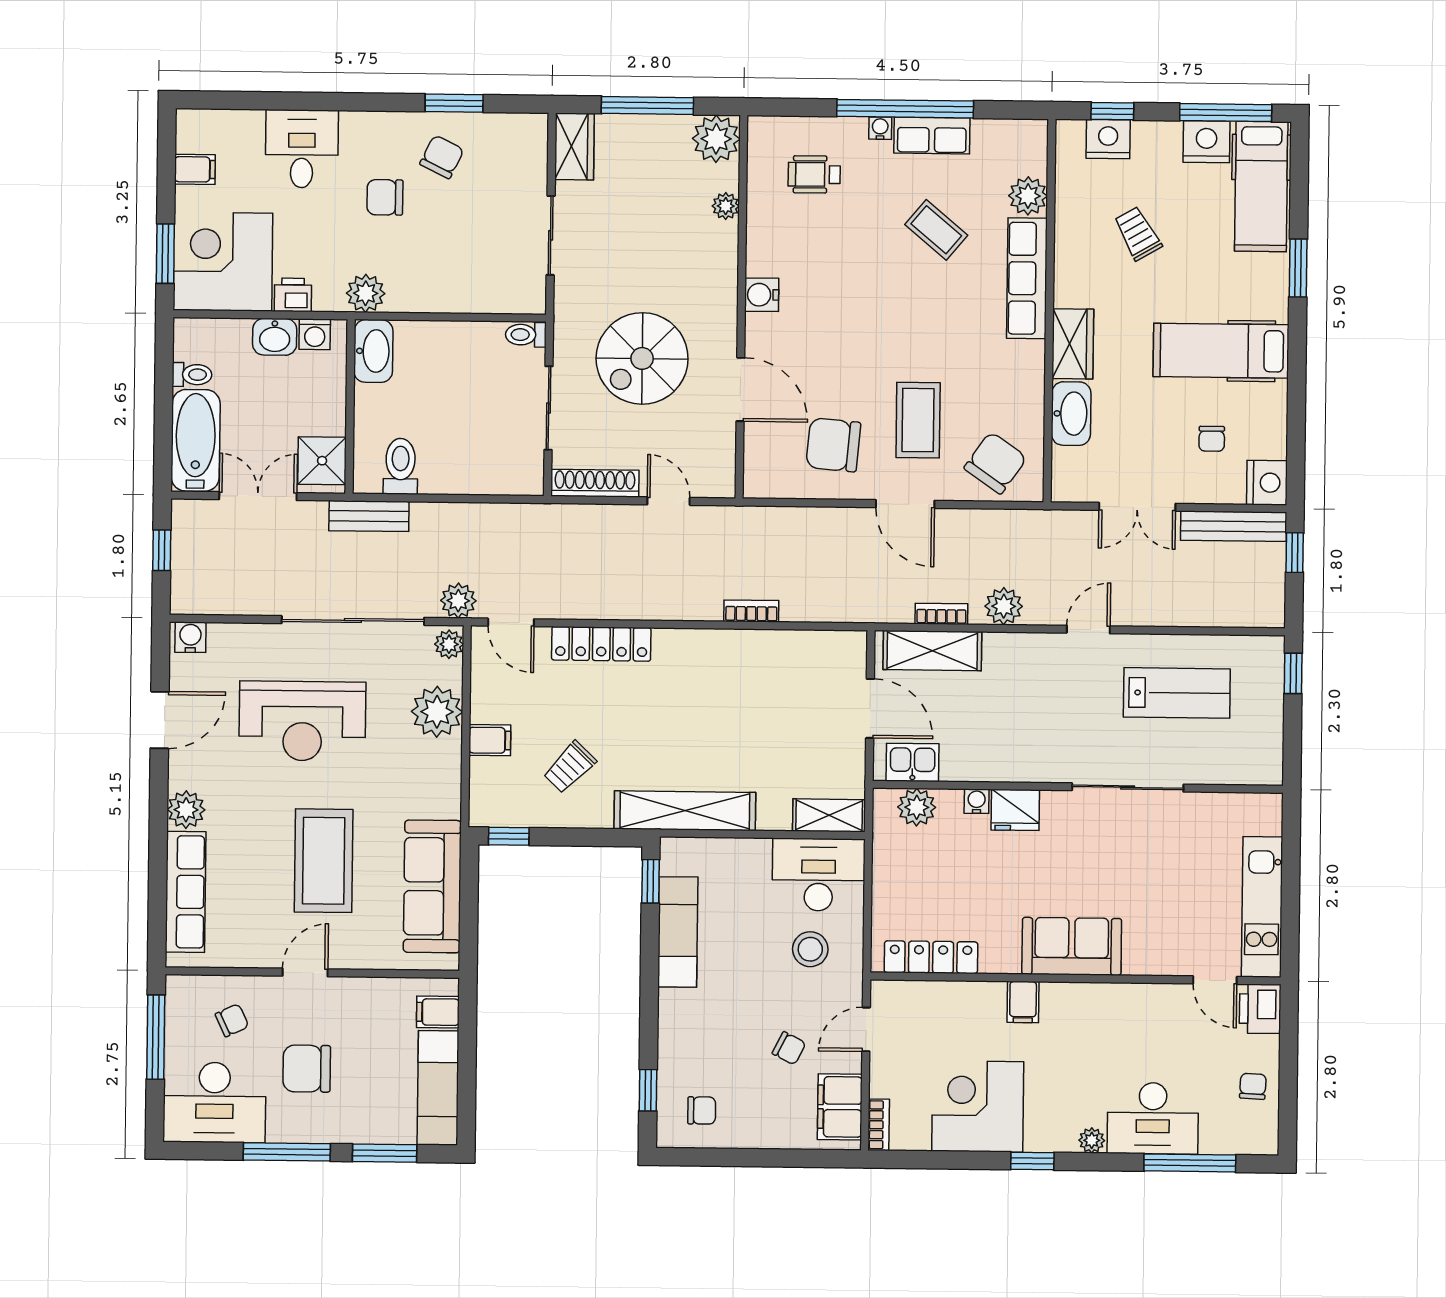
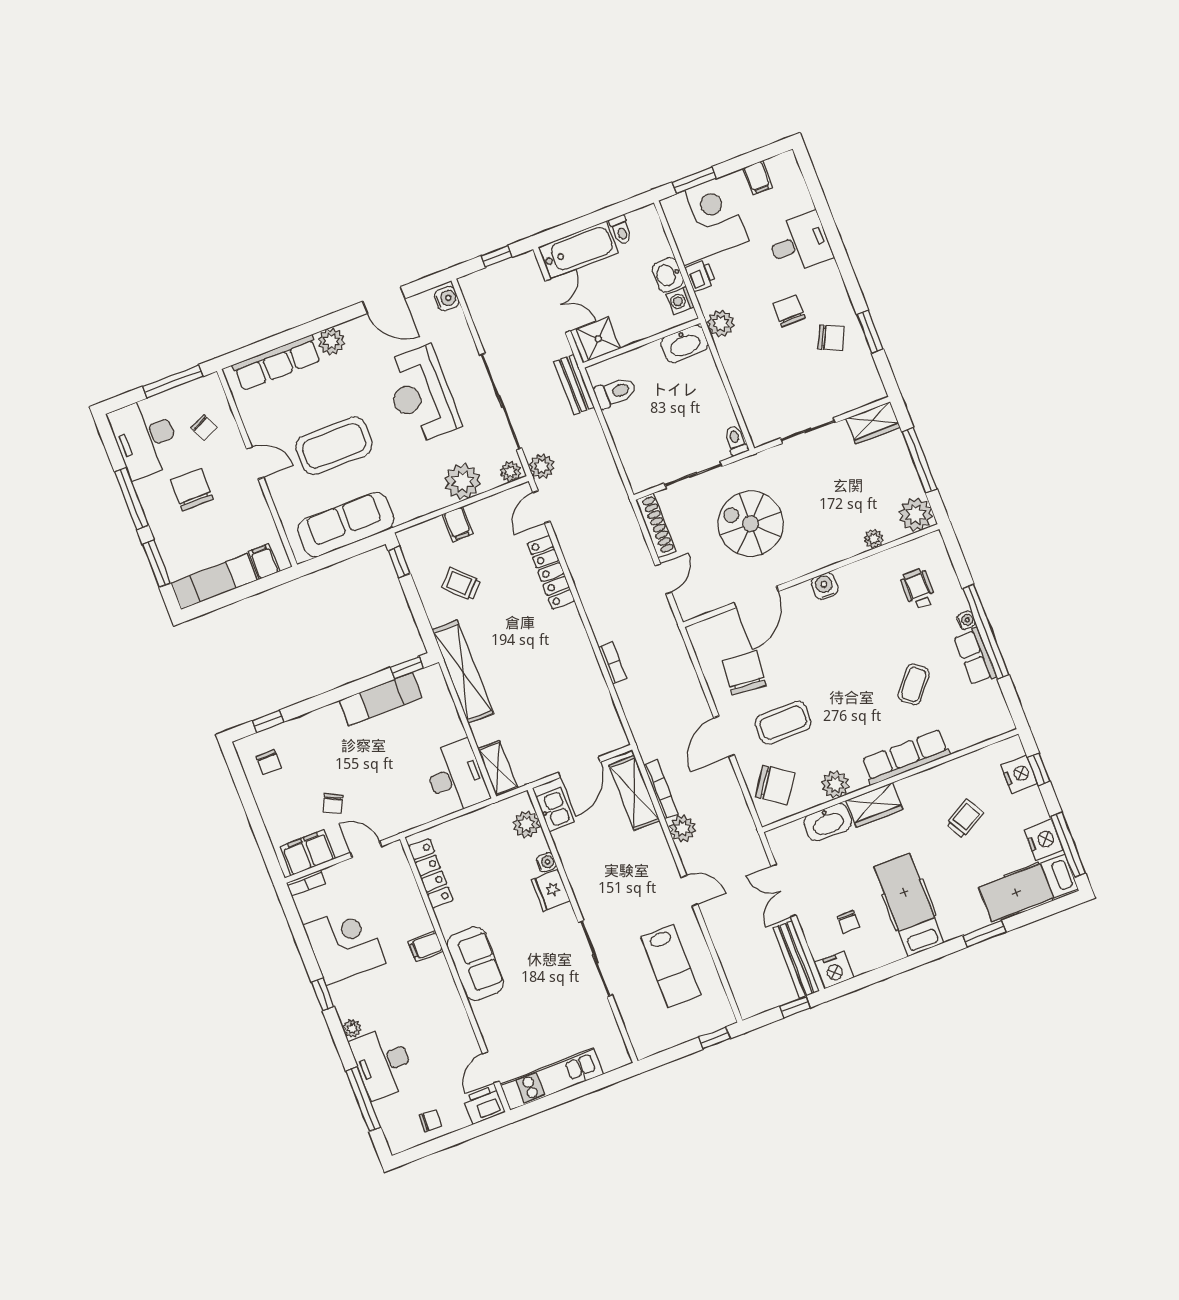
plant: (1028, 196) -> (835, 784), moved
chair: (1212, 439) -> (848, 922), turned -90
bookcase: (941, 614) -> (661, 789), width x1.56
stool: (810, 949) -> (404, 791), removed

